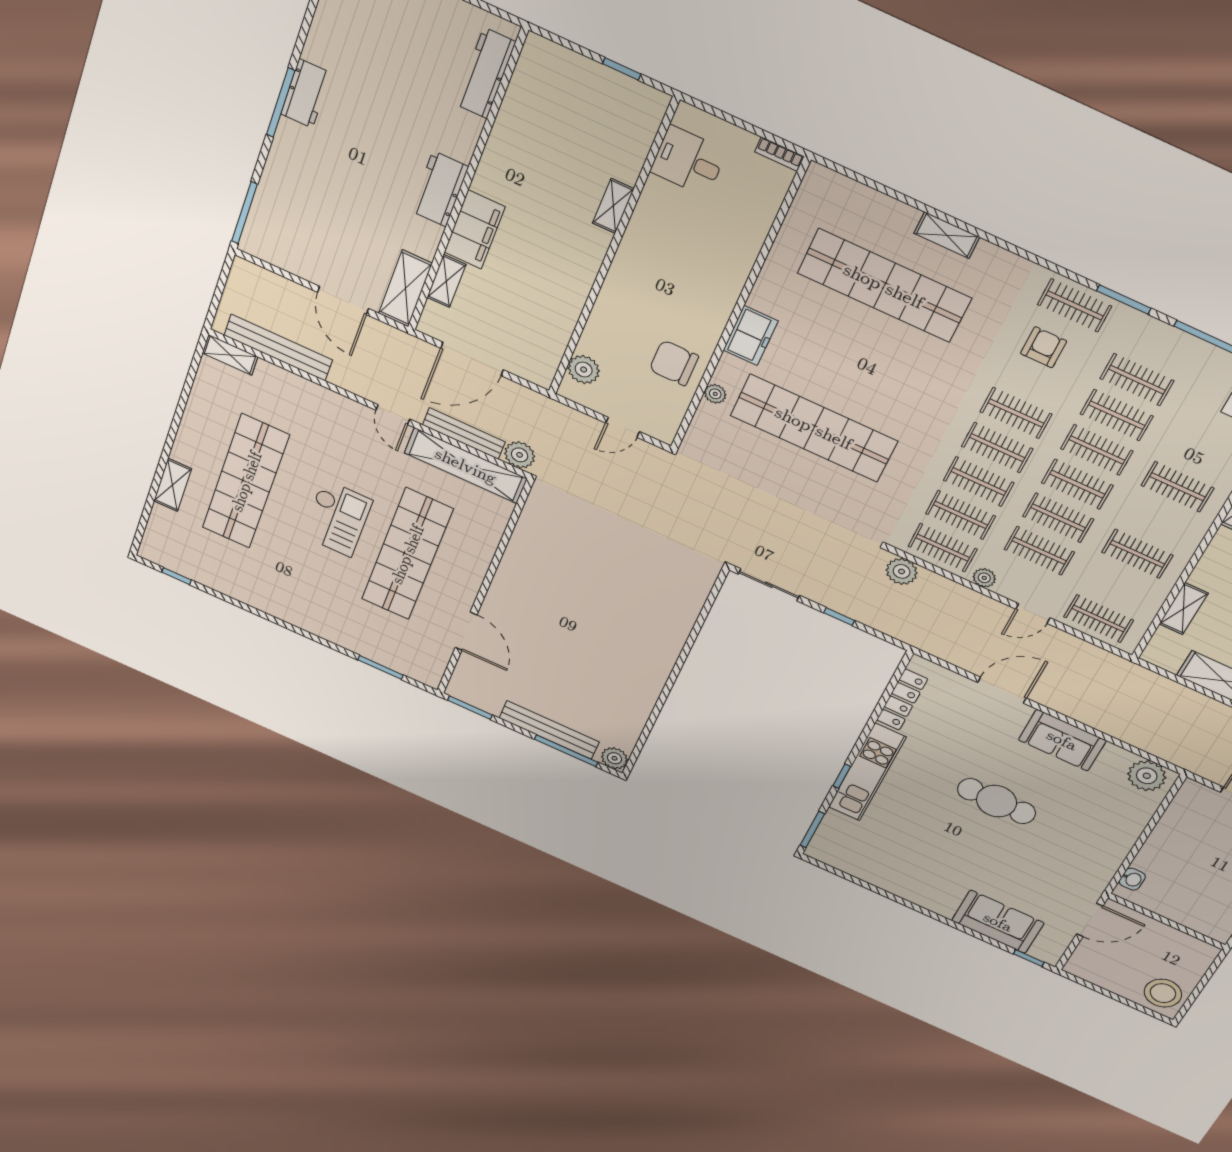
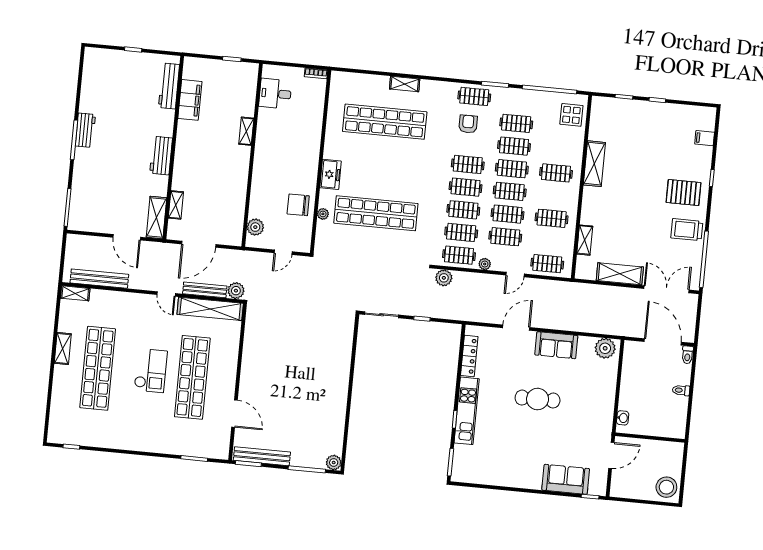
filing cabinet: (475, 230) -> (190, 100), moved
shelving: (173, 485) -> (63, 348), moved
bench: (549, 730) -> (262, 456), moved

